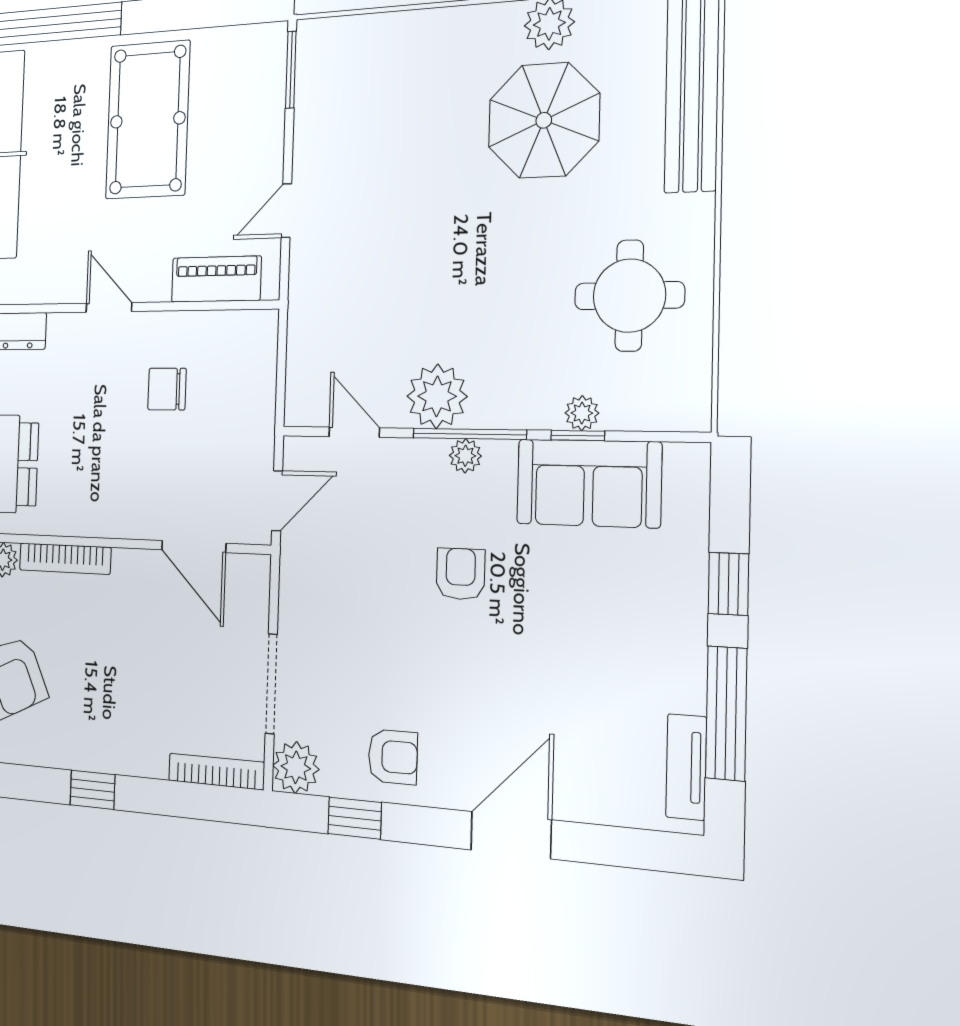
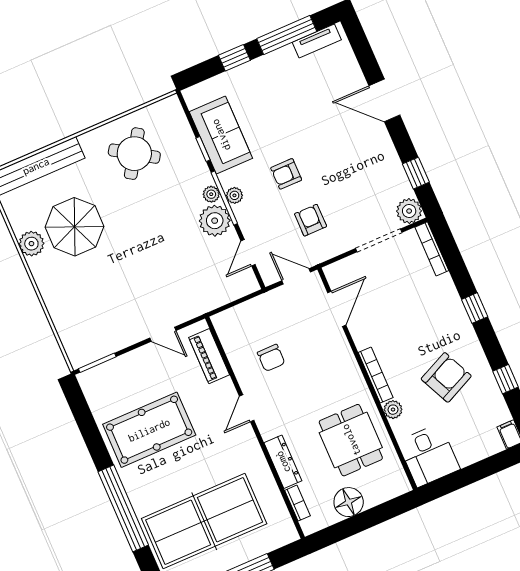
round table: (629, 296) -> (134, 154), turned 33
plant: (582, 413) -> (211, 194), moved
armchair: (393, 757) -> (311, 220), moved

